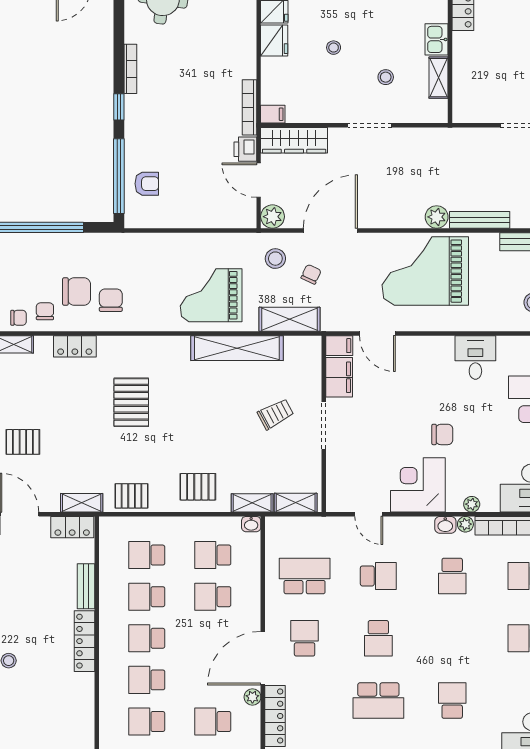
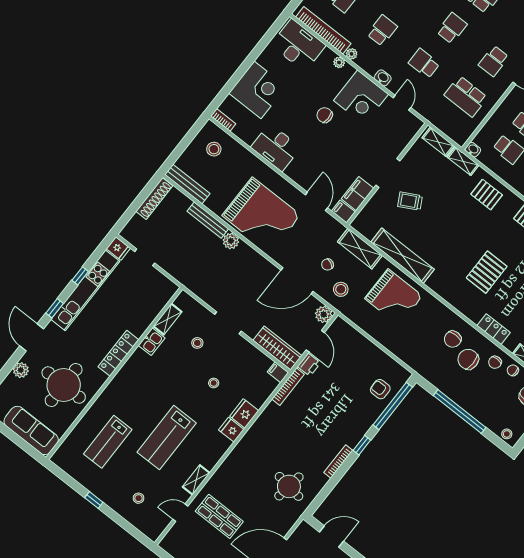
desk: (475, 357) -> (276, 147), width x1.37
washbasin: (445, 525) -> (383, 78), moved

